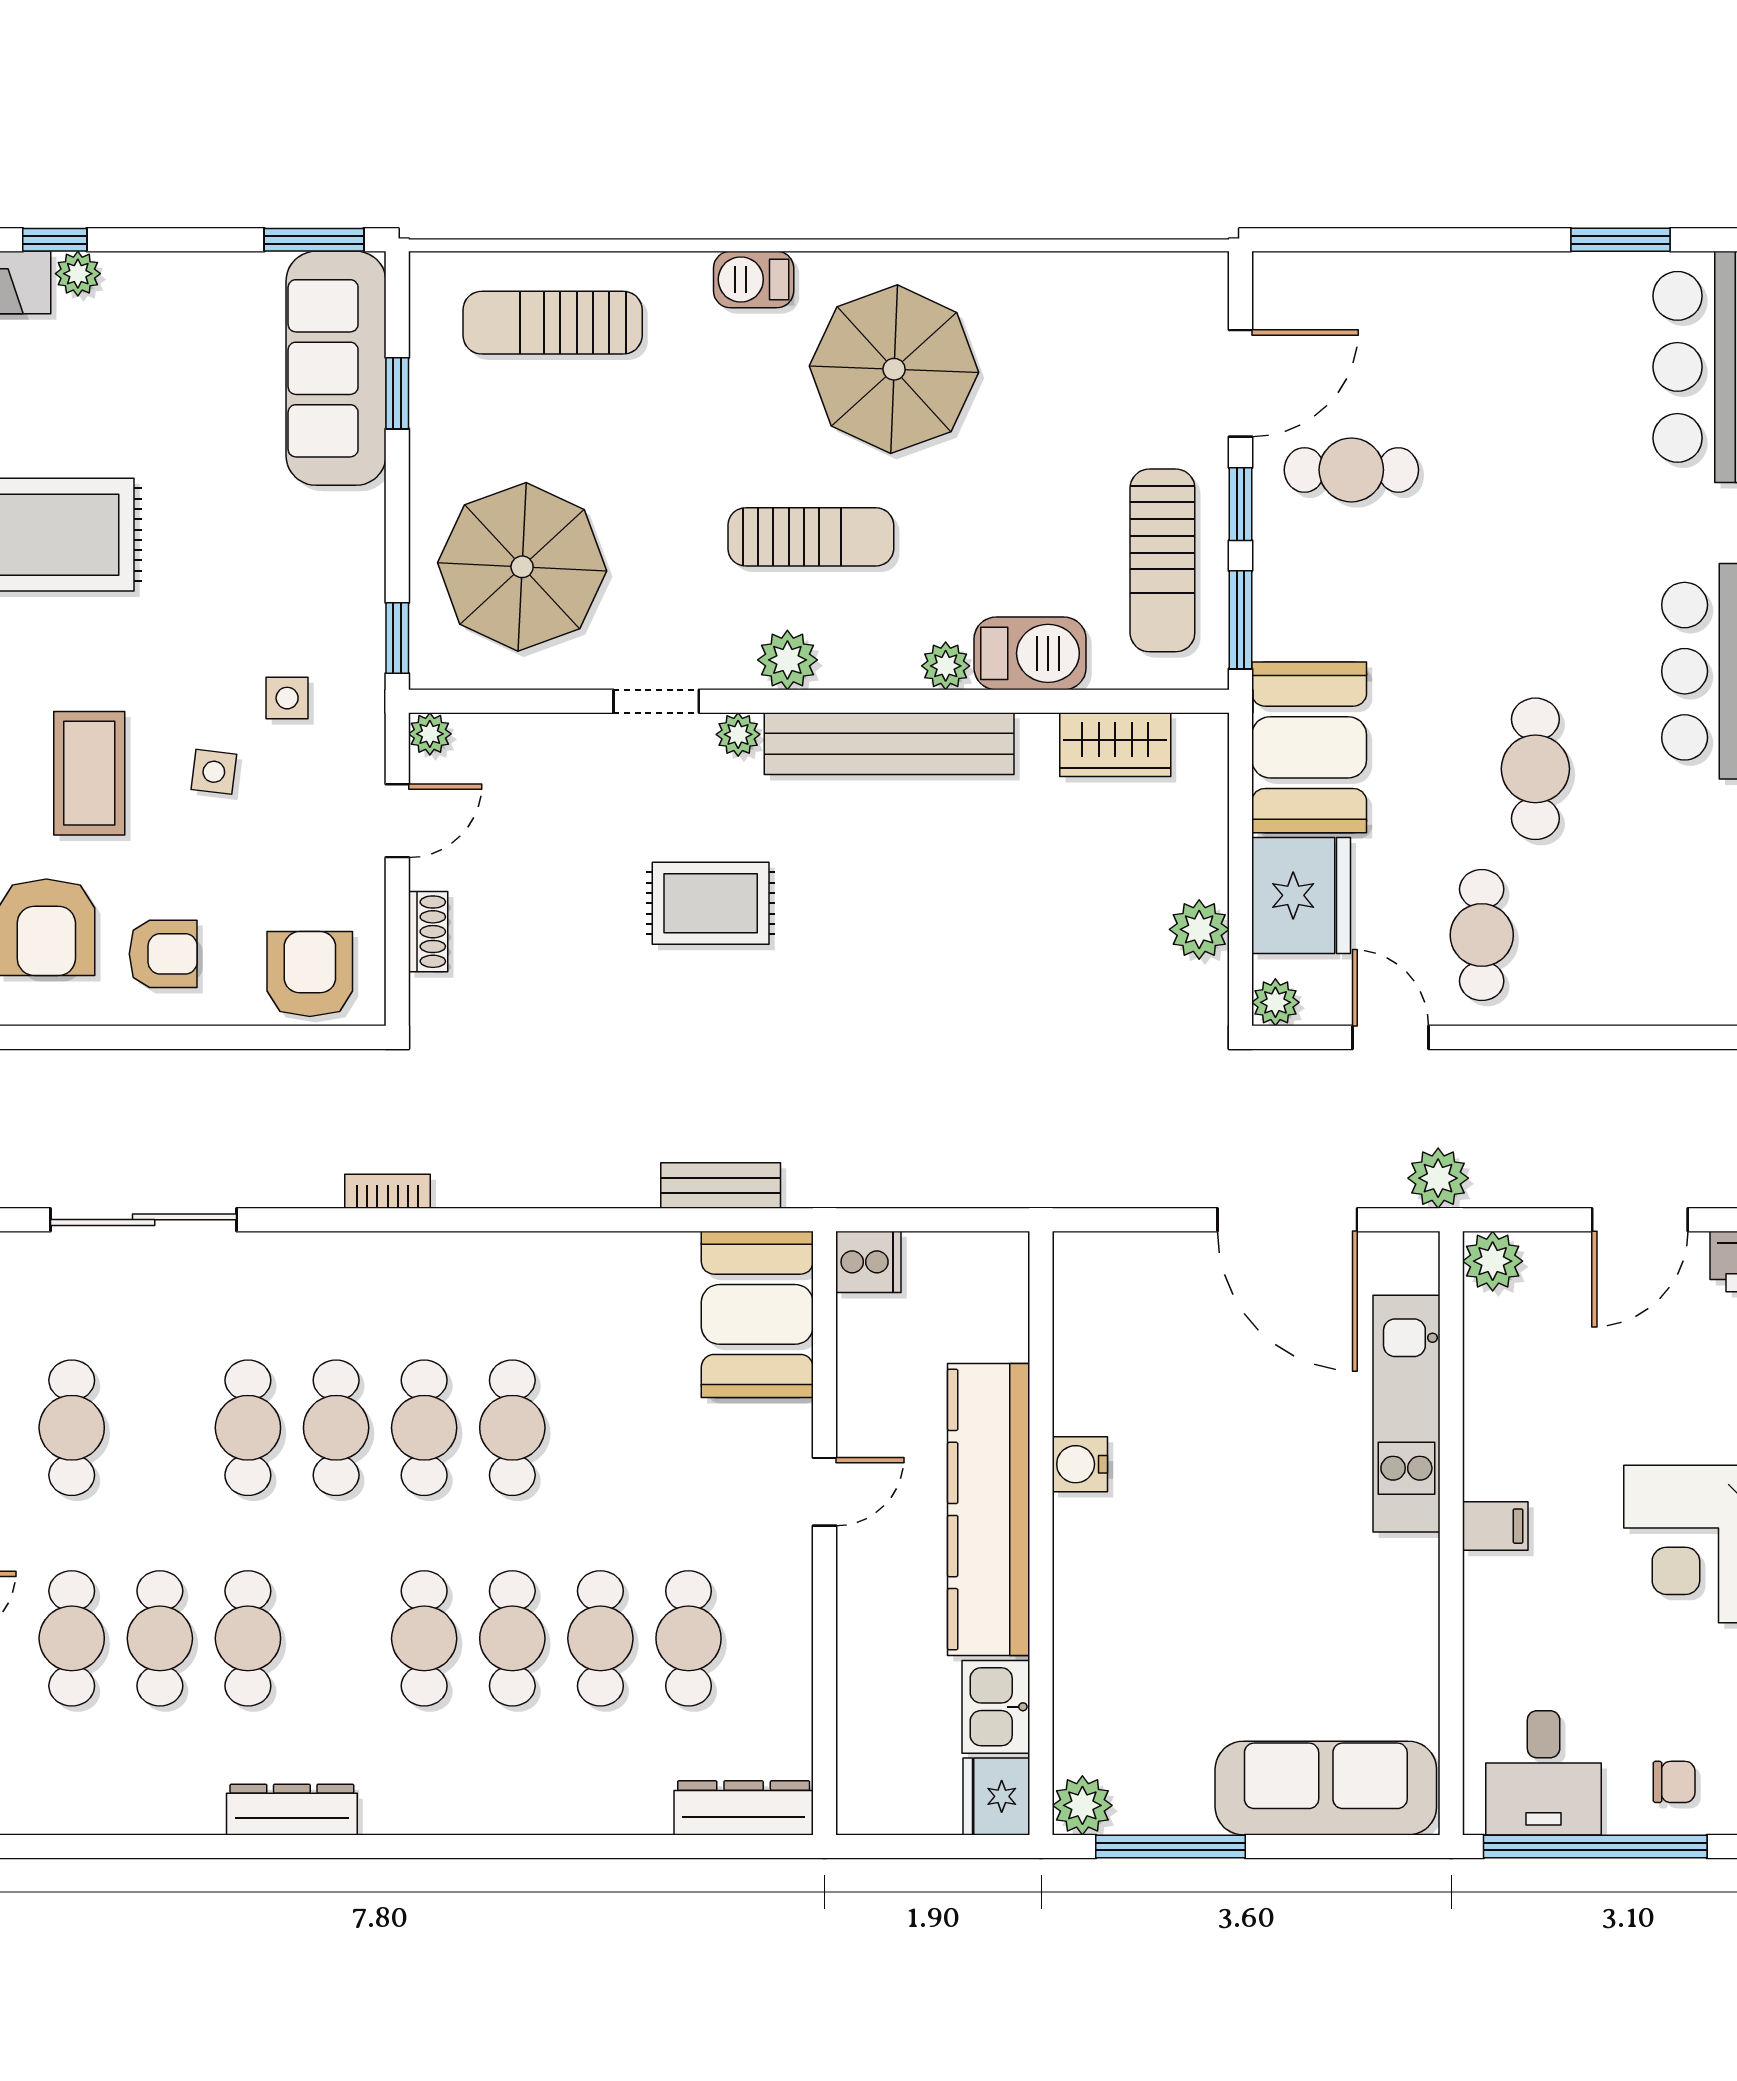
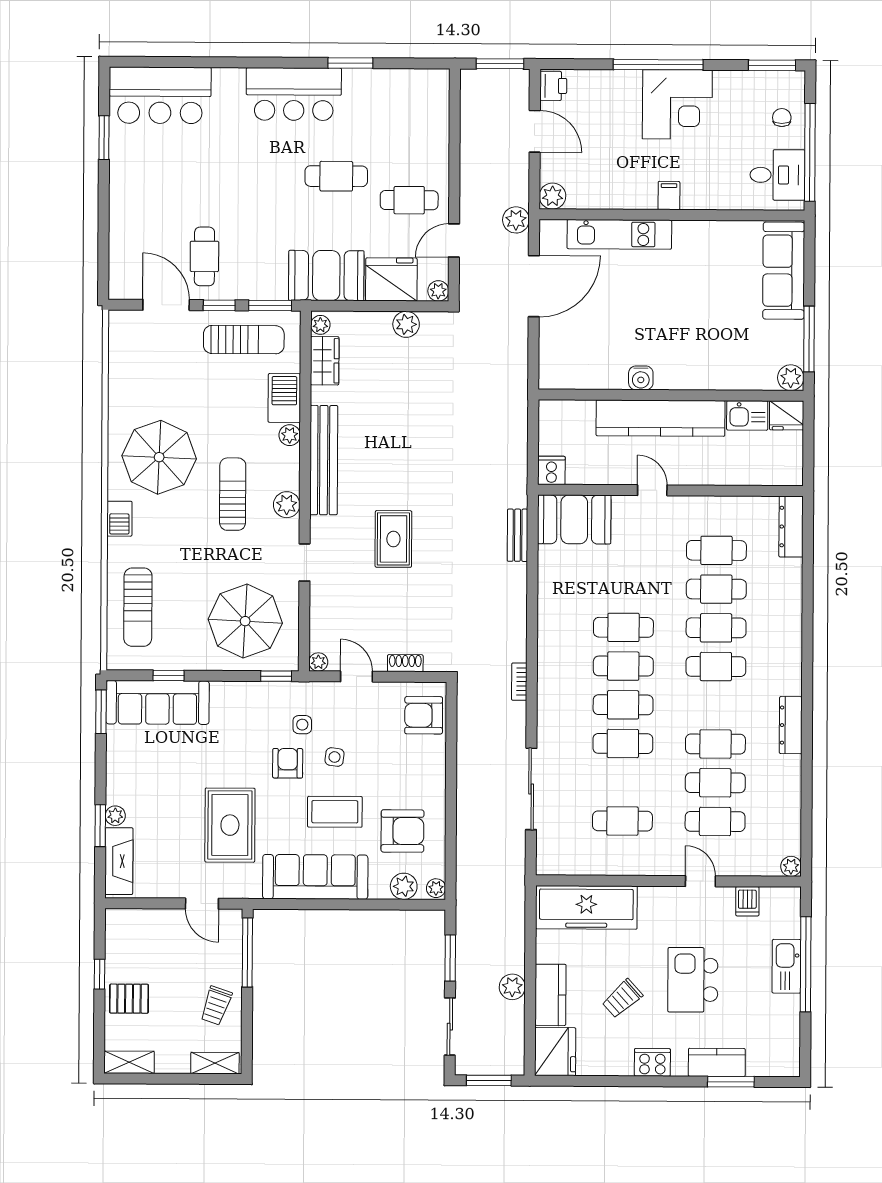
window: (55, 240) -> (100, 826), width x1.50
plant: (738, 734) -> (320, 325), moved
armchair: (163, 954) -> (288, 763), moved

